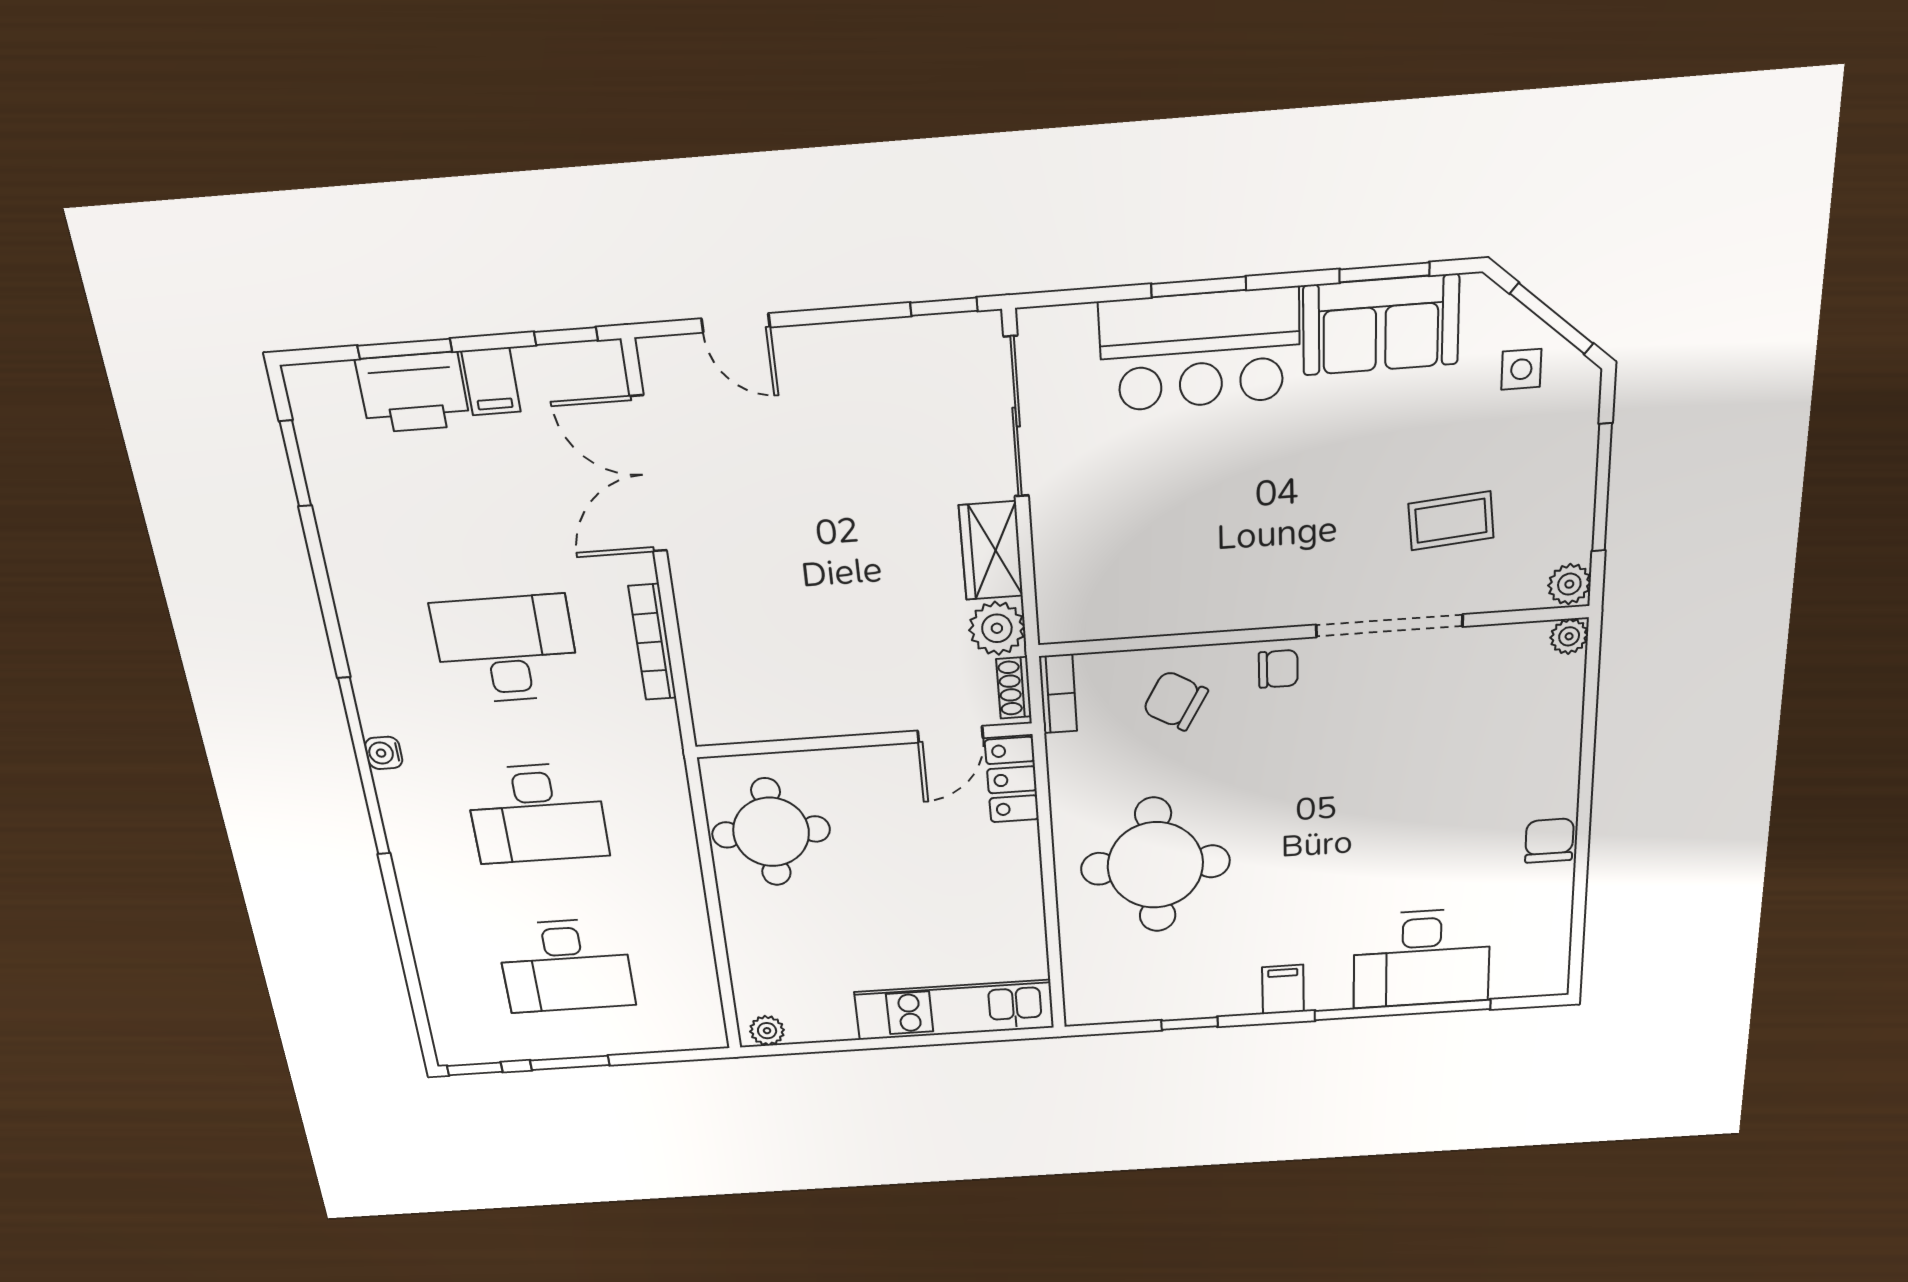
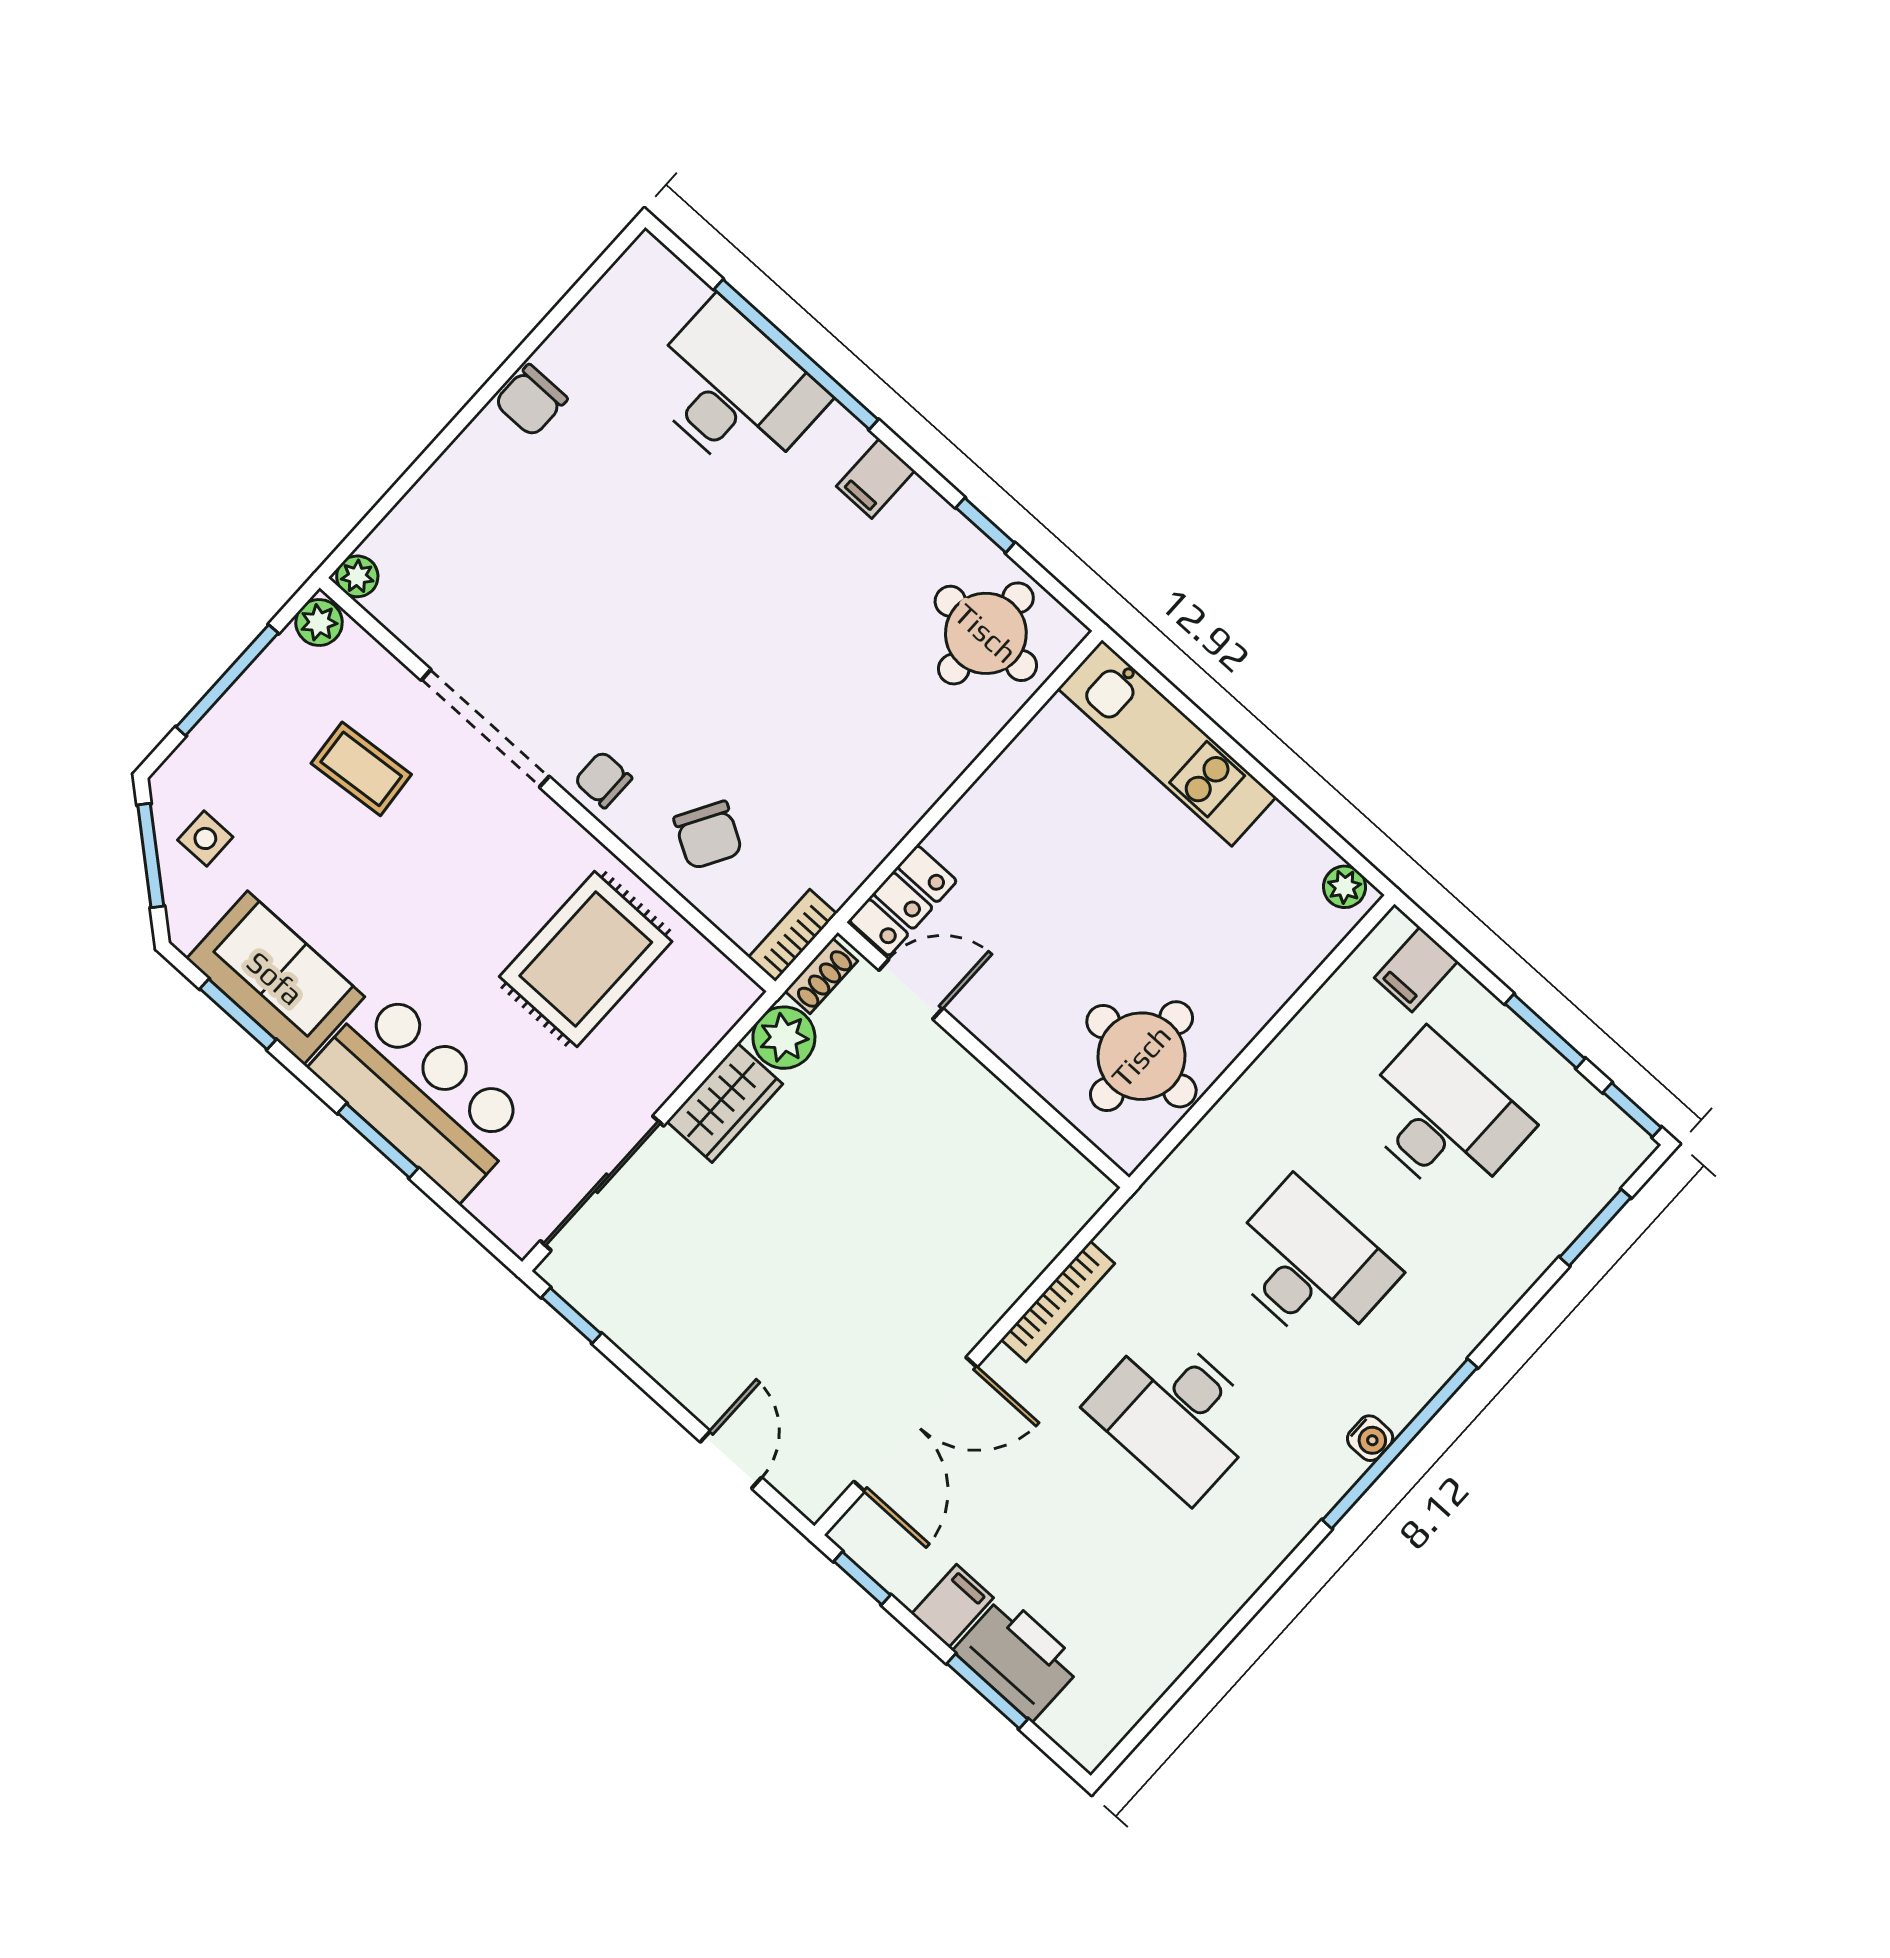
window: (295, 464) -> (1595, 1227), moved
rug: (1177, 549) -> (586, 959), added
round table: (1155, 865) -> (986, 633), moved, width x0.73, depth x0.73
filing cabinet: (676, 1027) -> (1416, 969), added

